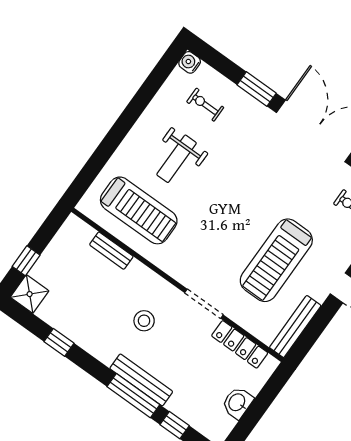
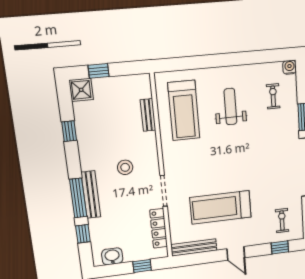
weight bench: (177, 159) -> (230, 107), turned 90
window: (265, 398) -> (142, 266), added
washbasin: (237, 403) -> (112, 256), moved

